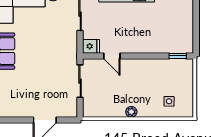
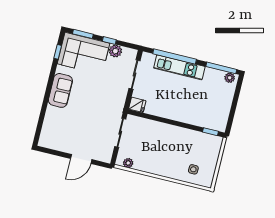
door: (112, 56) -> (153, 118), removed
plant: (131, 112) -> (128, 163), moved

